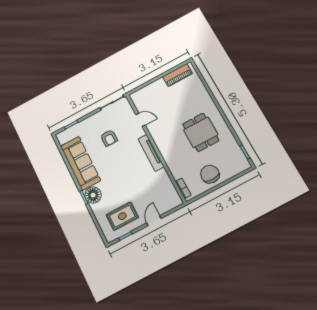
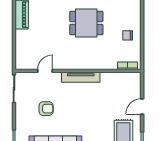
chair: (210, 174) -> (128, 35), width x0.54, depth x0.54
door: (154, 221) -> (142, 107), hinge flipped

